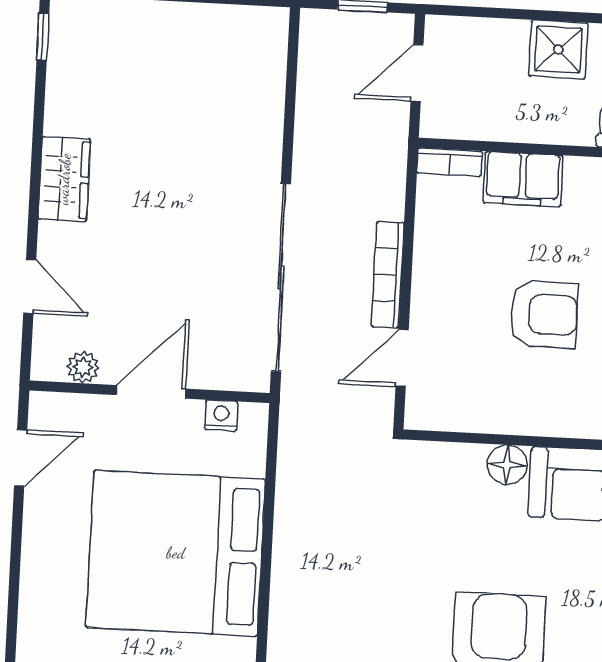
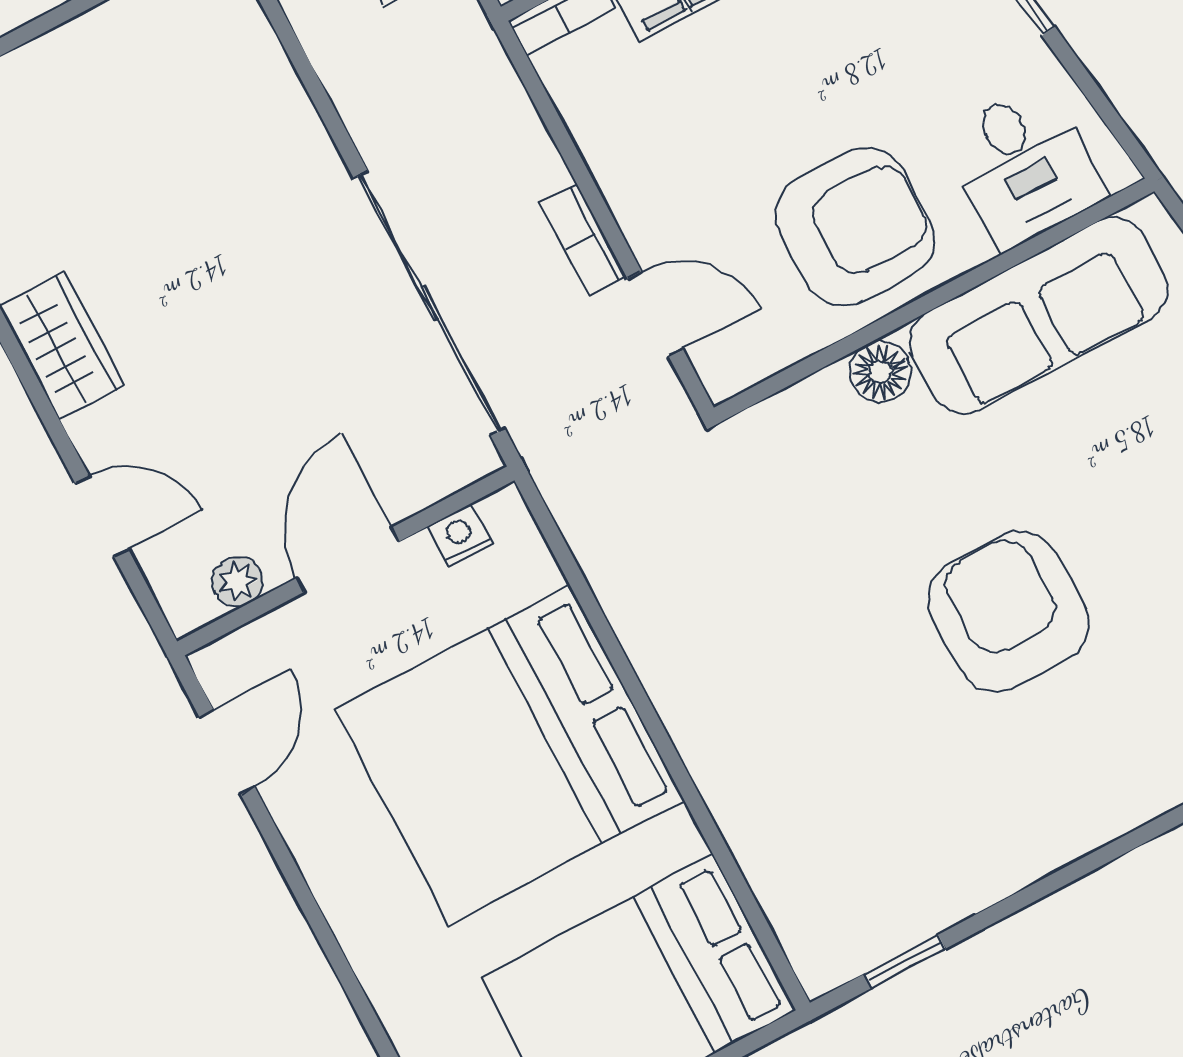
bookcase: (388, 275) -> (583, 240), width x0.64
armchair: (544, 314) -> (855, 227), moved, width x1.36, depth x1.36
door: (402, 358) -> (655, 314), swing flipped

